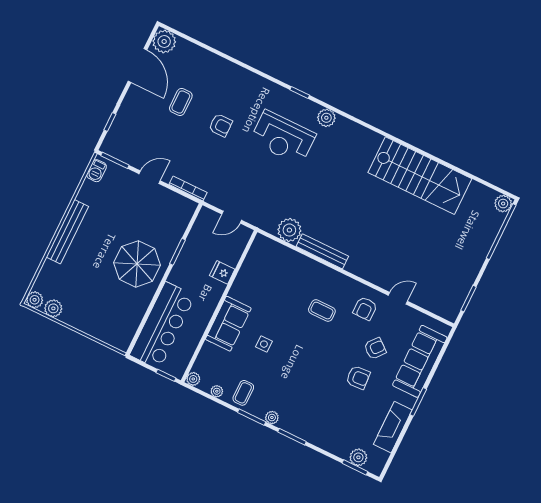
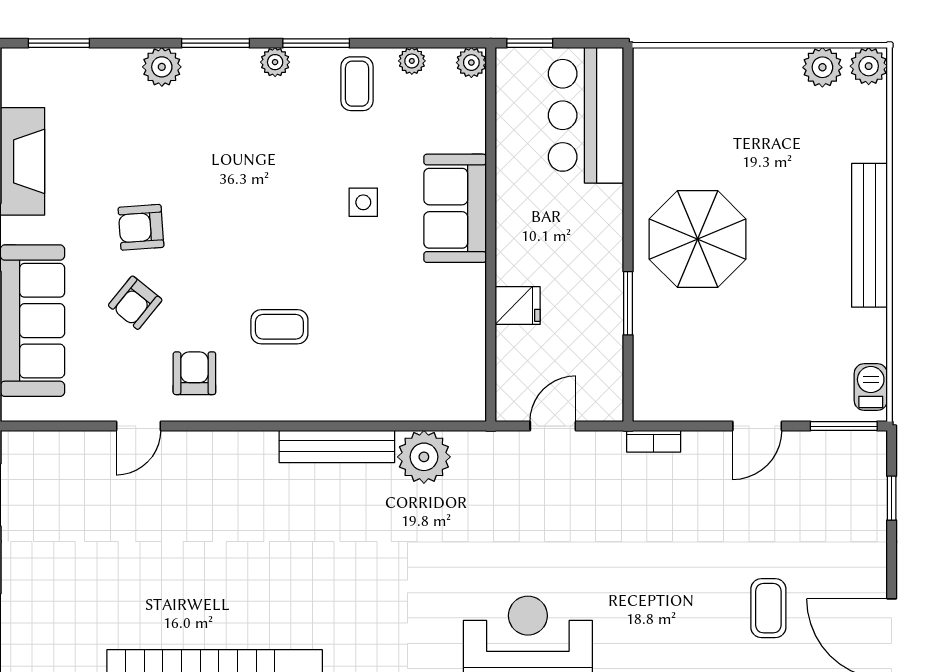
armchair: (221, 125) -> (665, 600), removed
bookcase: (188, 188) -> (654, 441), width x0.64
bar counter: (162, 325) -> (586, 115), width x0.73
plant: (358, 457) -> (162, 67), moved

